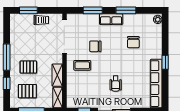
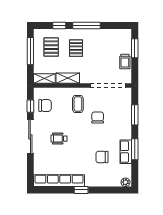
row of seats: (111, 19) -> (126, 152), moved
chair: (84, 97) -> (45, 106), added

